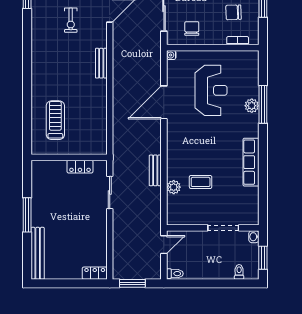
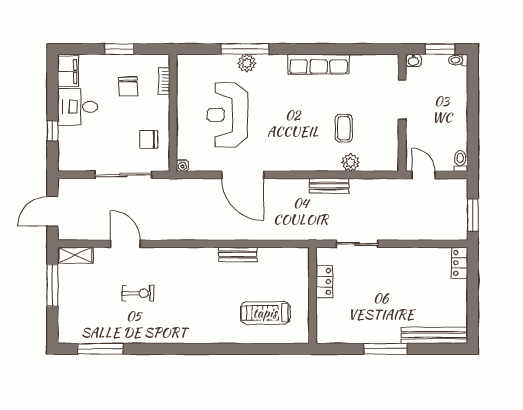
bench: (101, 63) -> (238, 255), moved
reception desk: (211, 90) -> (227, 115), turned -90
toilet: (239, 272) -> (458, 60), moved

